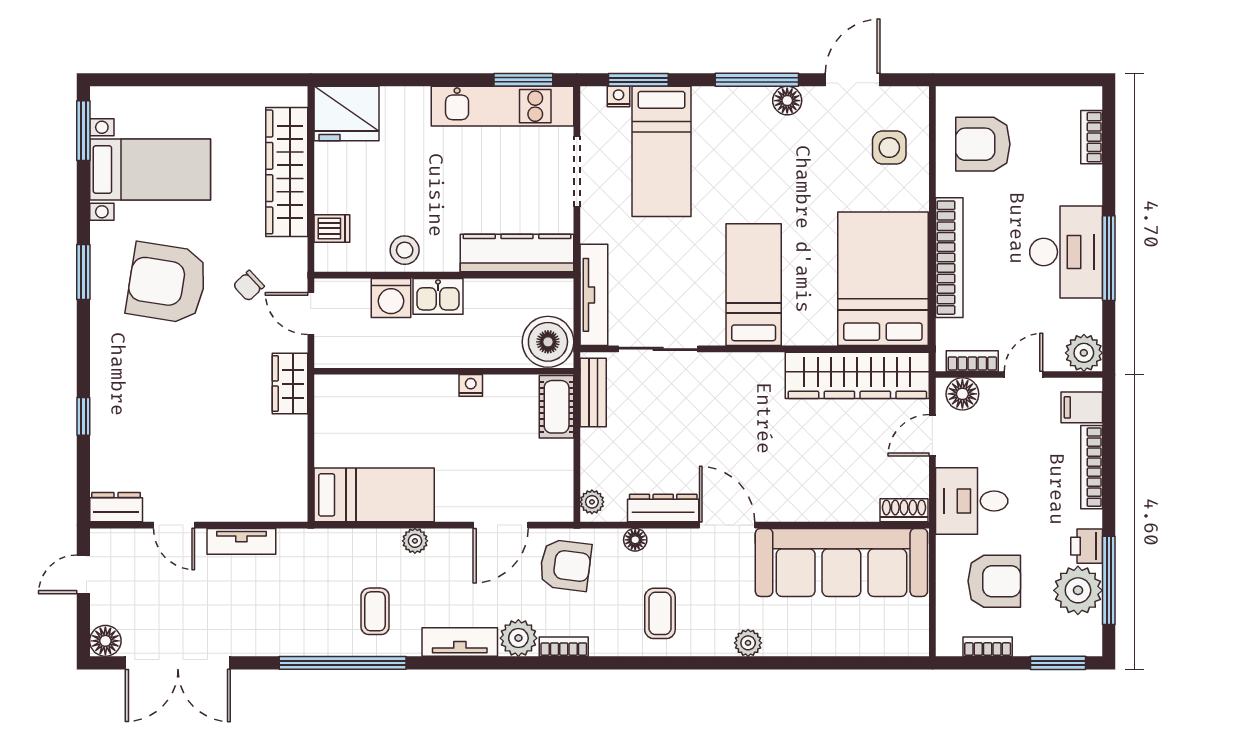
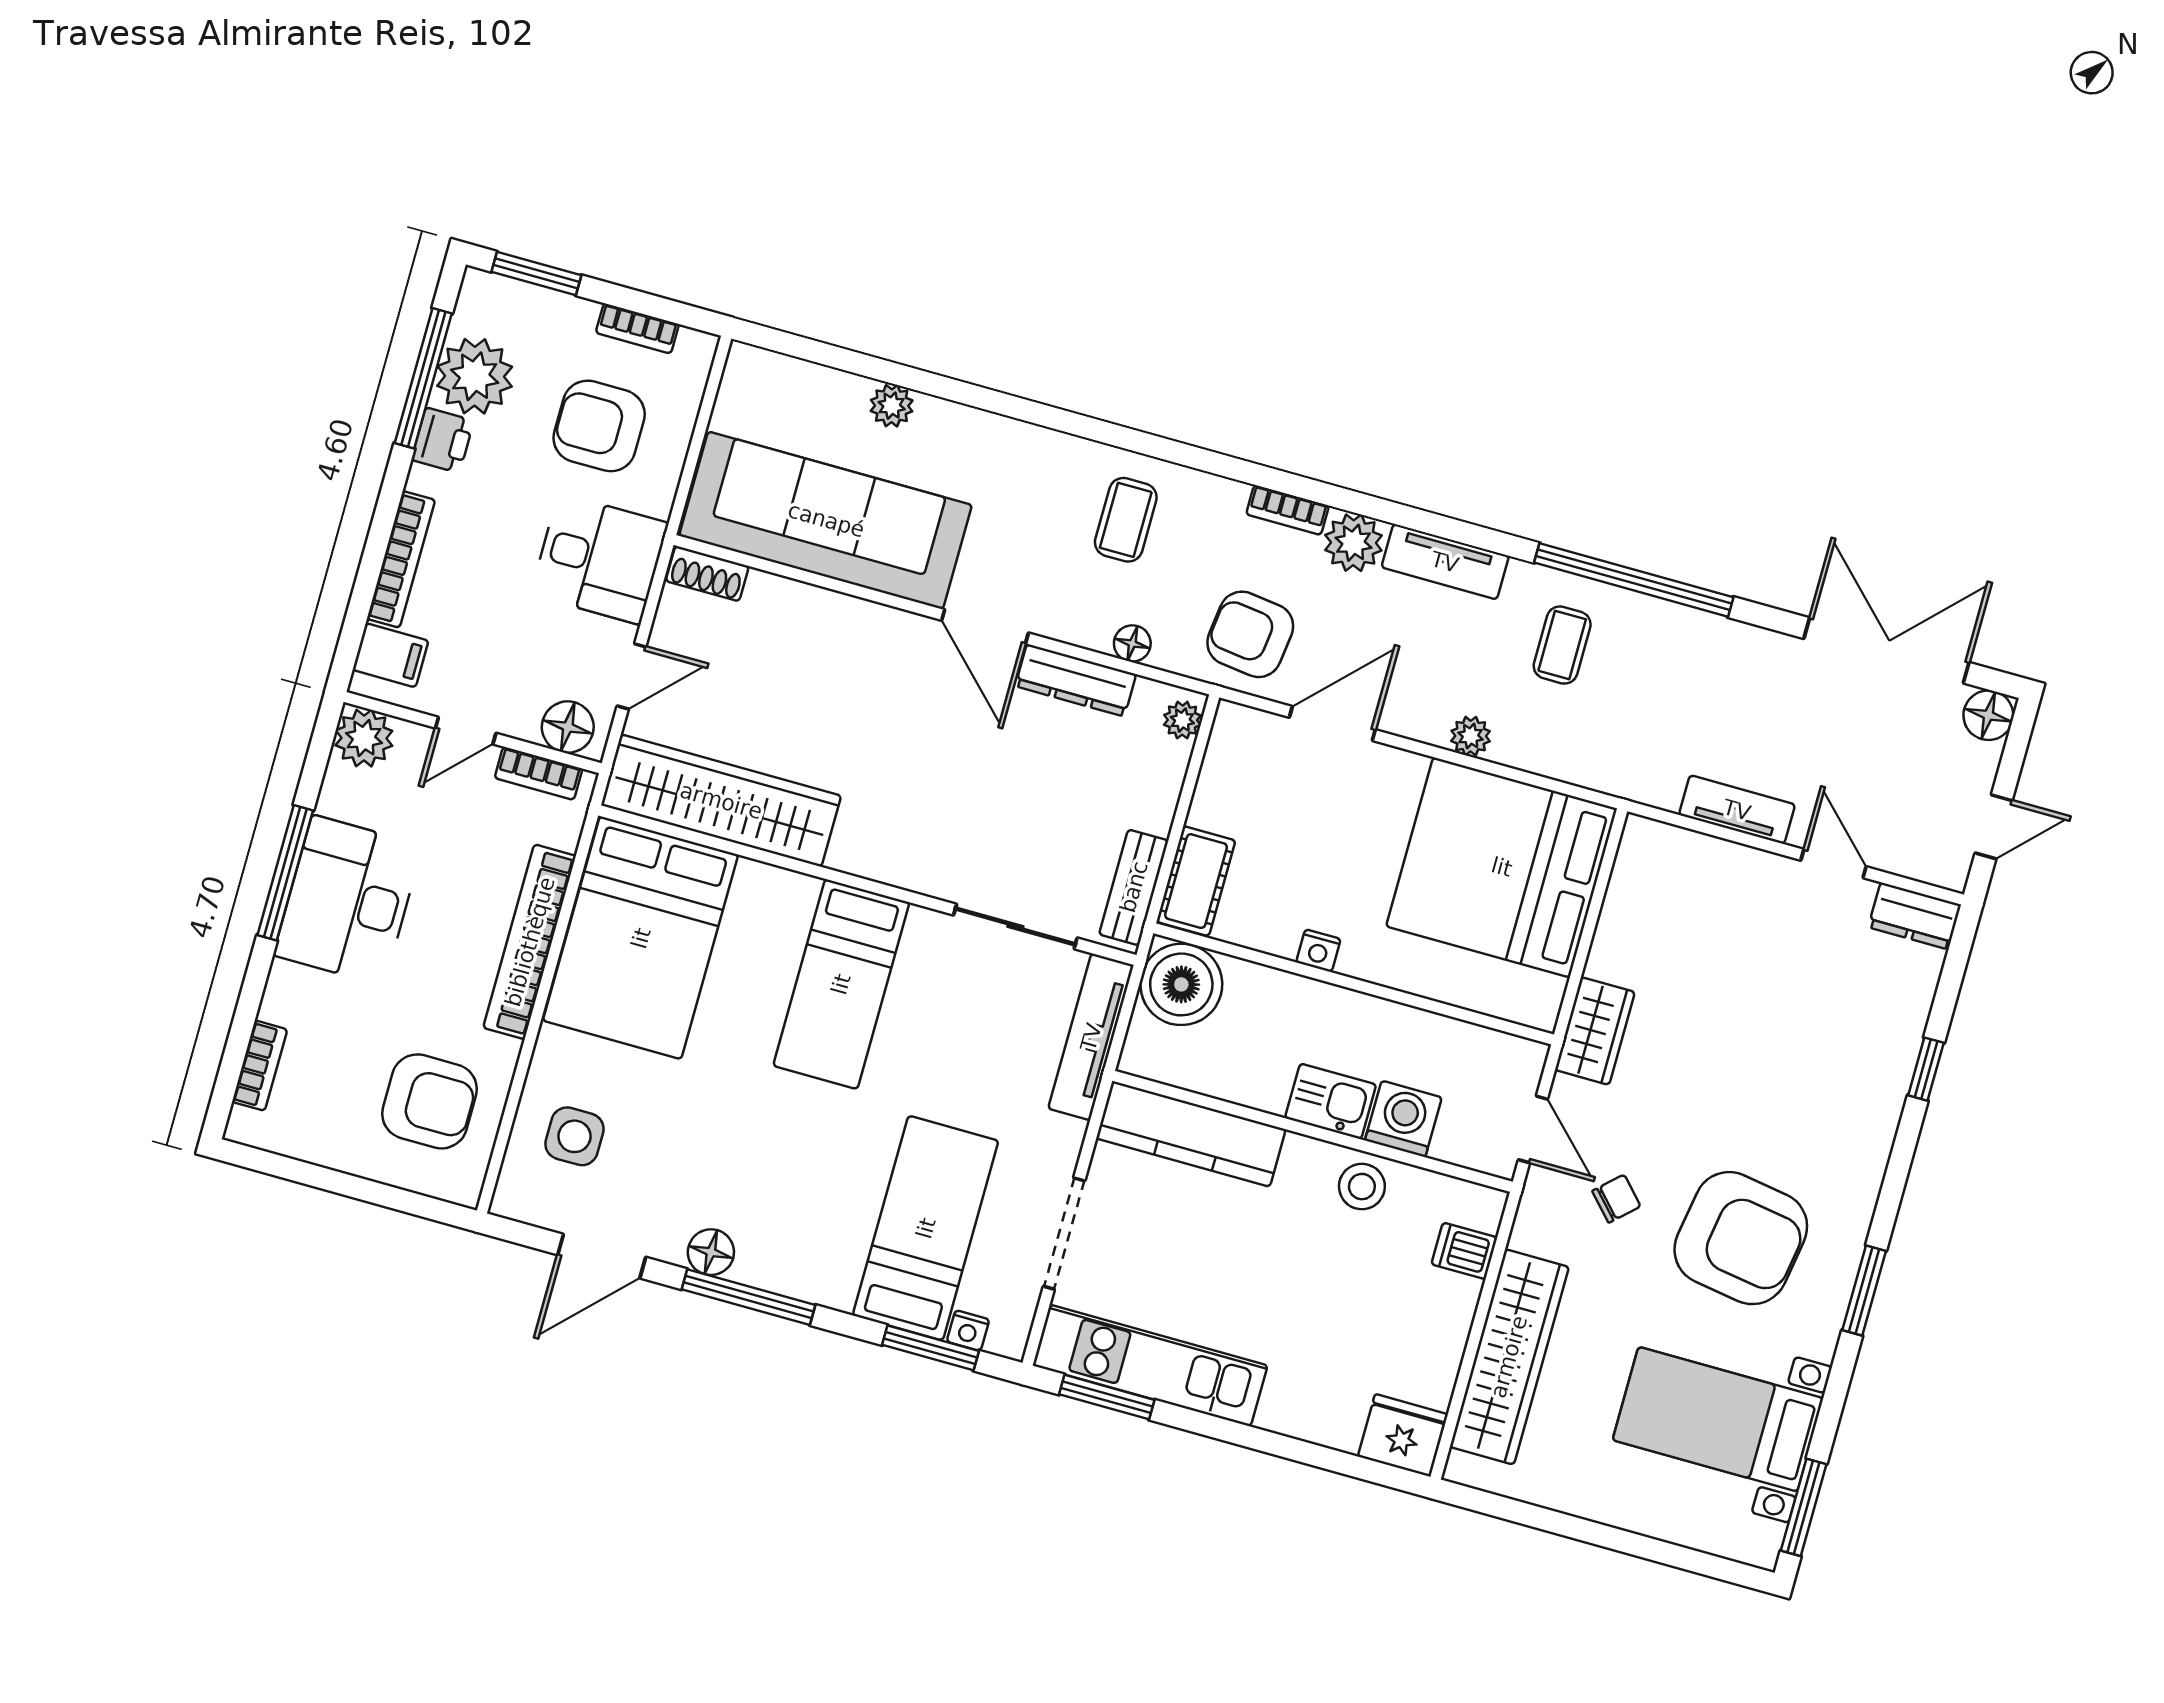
fridge: (346, 114) -> (1403, 1435), width x0.73, depth x0.75
bed: (374, 495) -> (1502, 867), width x2.04
plant: (748, 643) -> (892, 406), moved

